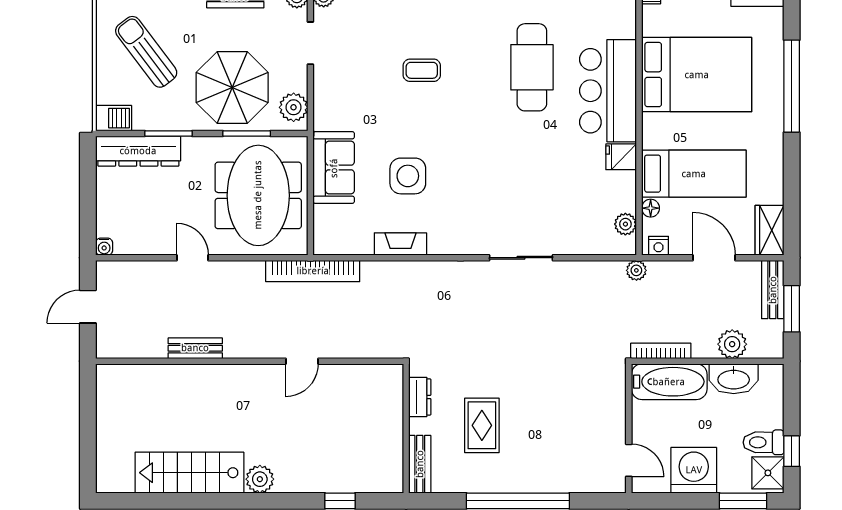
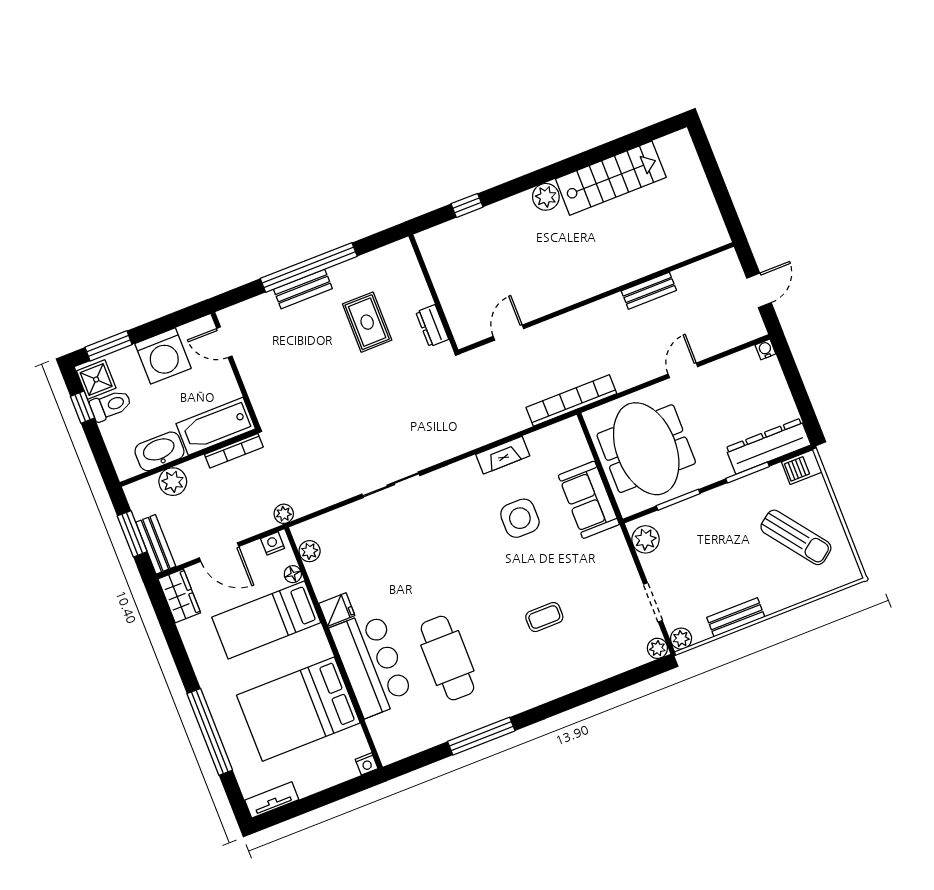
parasol: (232, 88) -> (707, 536), removed
door: (193, 258) -> (683, 370), swing flipped
door: (302, 361) -> (508, 333), moved
bench: (420, 464) -> (303, 289), moved, turned 90

